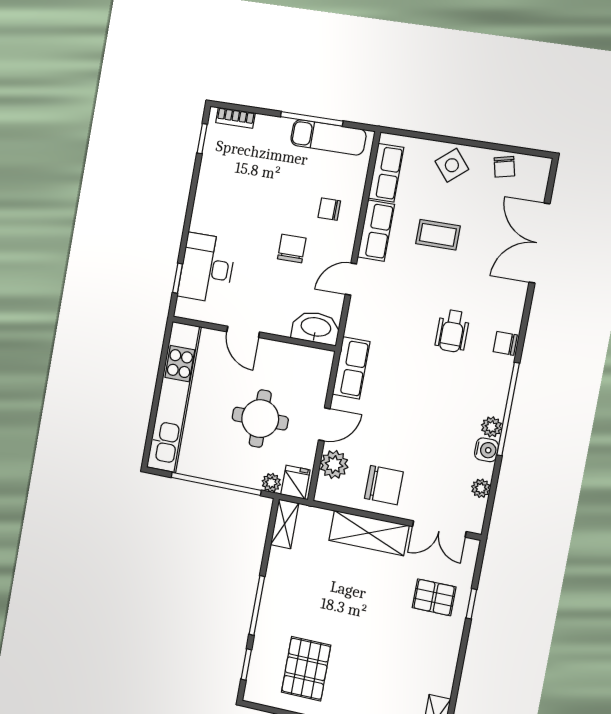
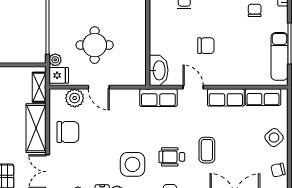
chair: (329, 209) -> (255, 10), moved
coffee table: (438, 235) -> (207, 150), moved
door: (243, 332) -> (148, 24), removed
row of seats: (351, 368) -> (158, 98), moved
side table: (453, 394) -> (132, 164), added
chair: (384, 485) -> (68, 132), turned -90
shelving: (285, 524) -> (39, 87), moved, turned 90

